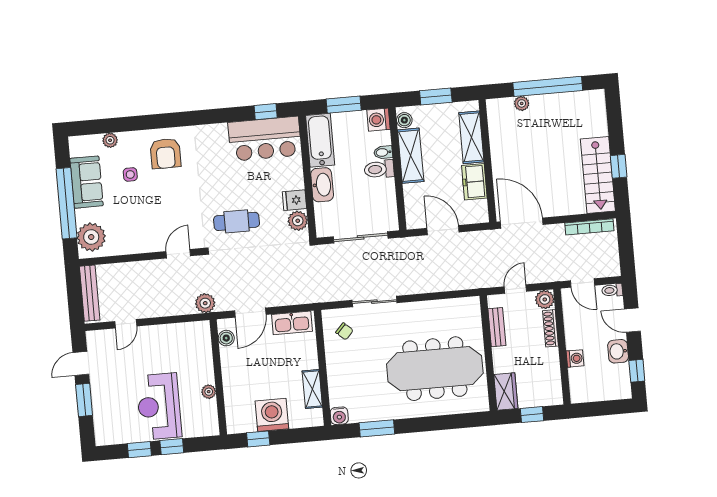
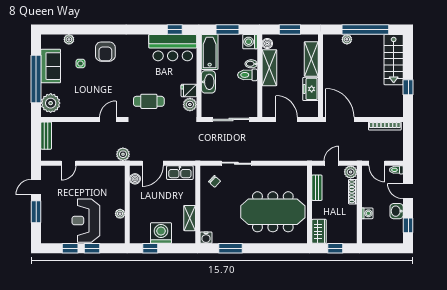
stairs: (598, 175) -> (394, 60), moved
bench: (90, 293) -> (46, 136), width x0.73

